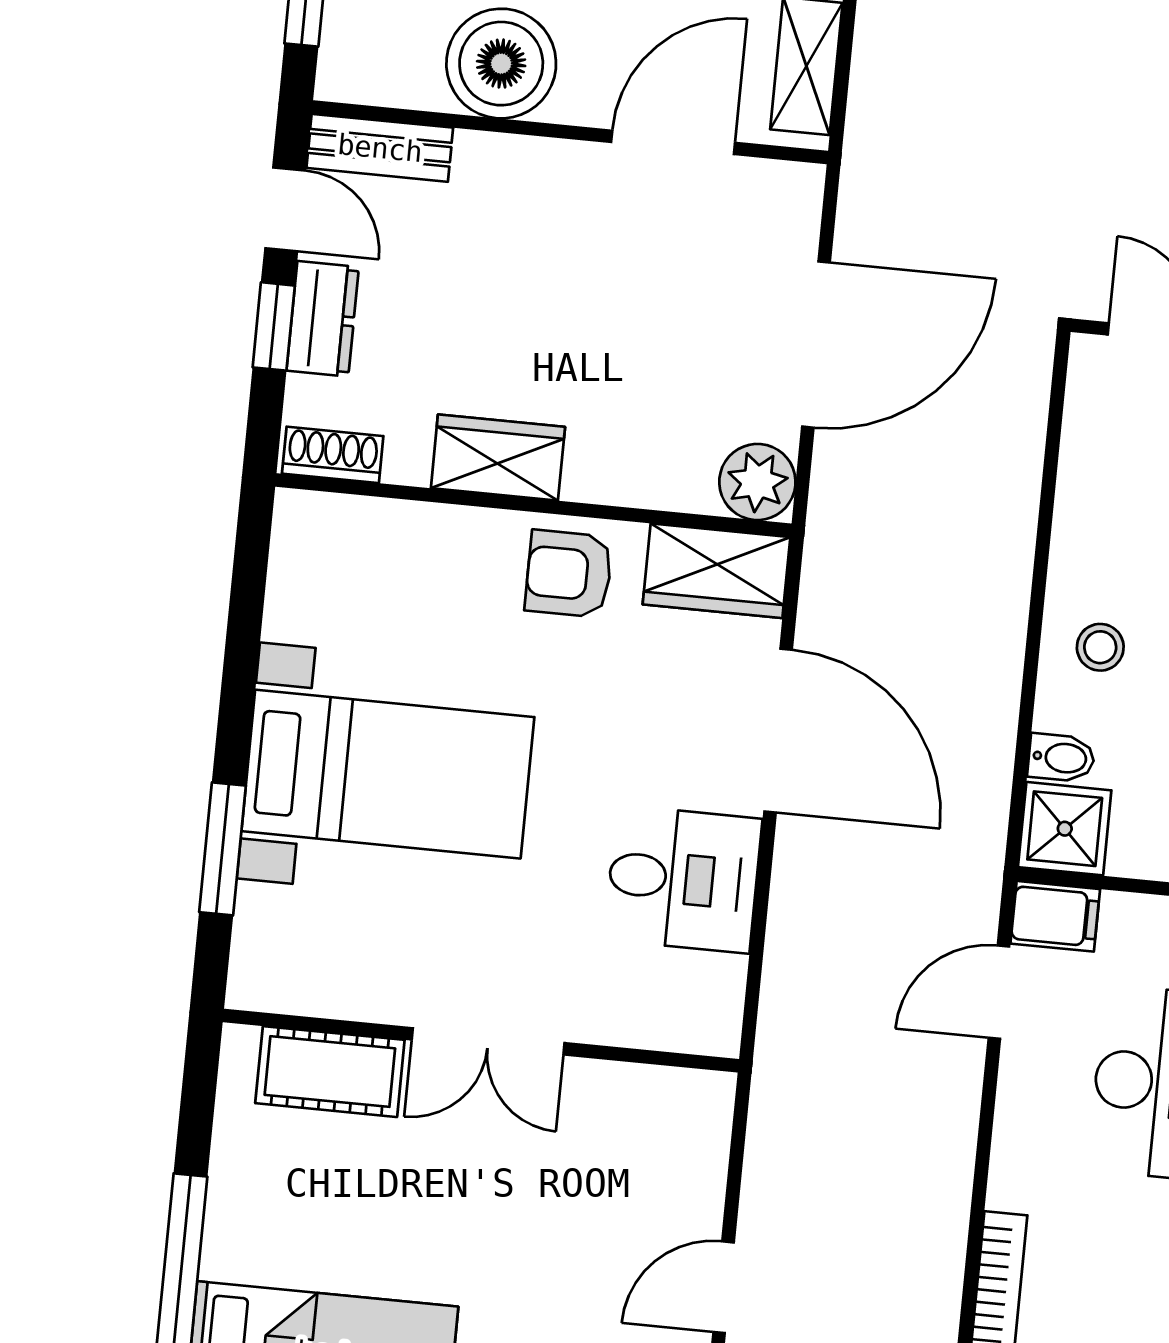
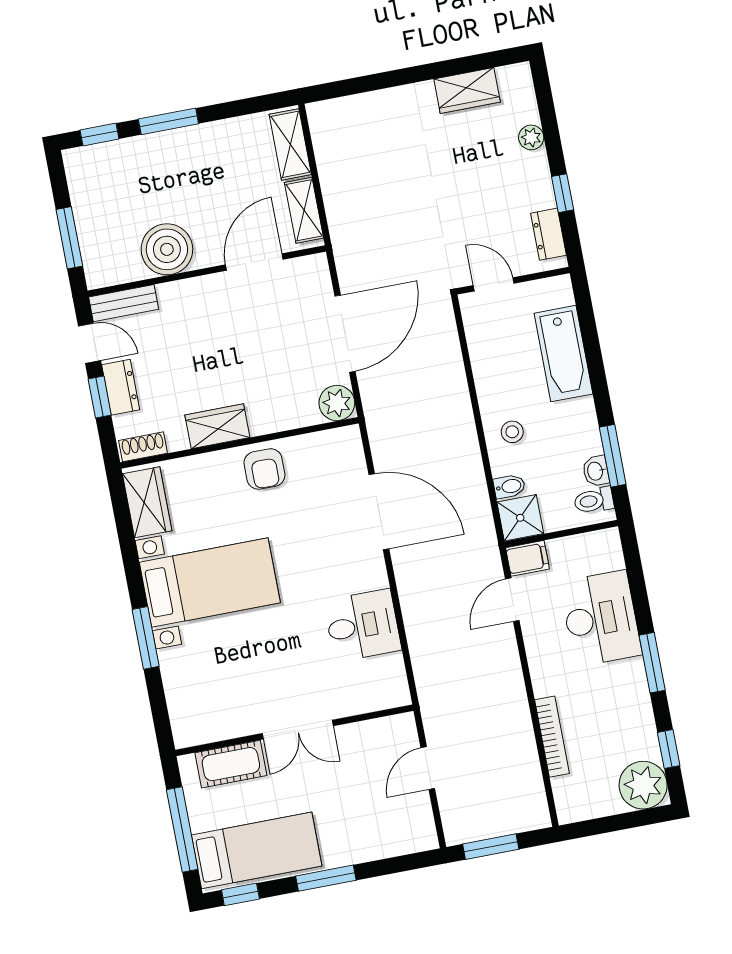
wardrobe: (716, 571) -> (147, 502), moved, turned -90
armchair: (569, 574) -> (264, 469), turned -90
desk: (683, 879) -> (363, 625), moved
wall: (481, 1041) -> (294, 730), moved
double door: (488, 1041) -> (298, 730), moved
cot: (330, 1072) -> (231, 764), moved

